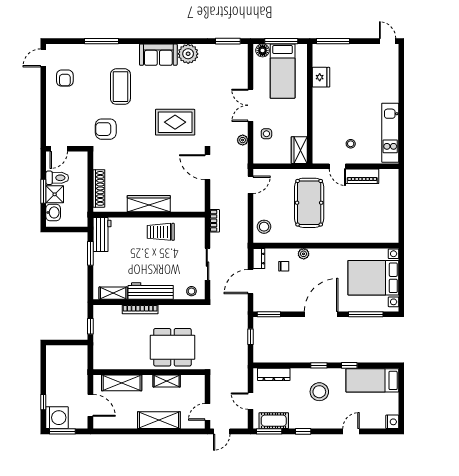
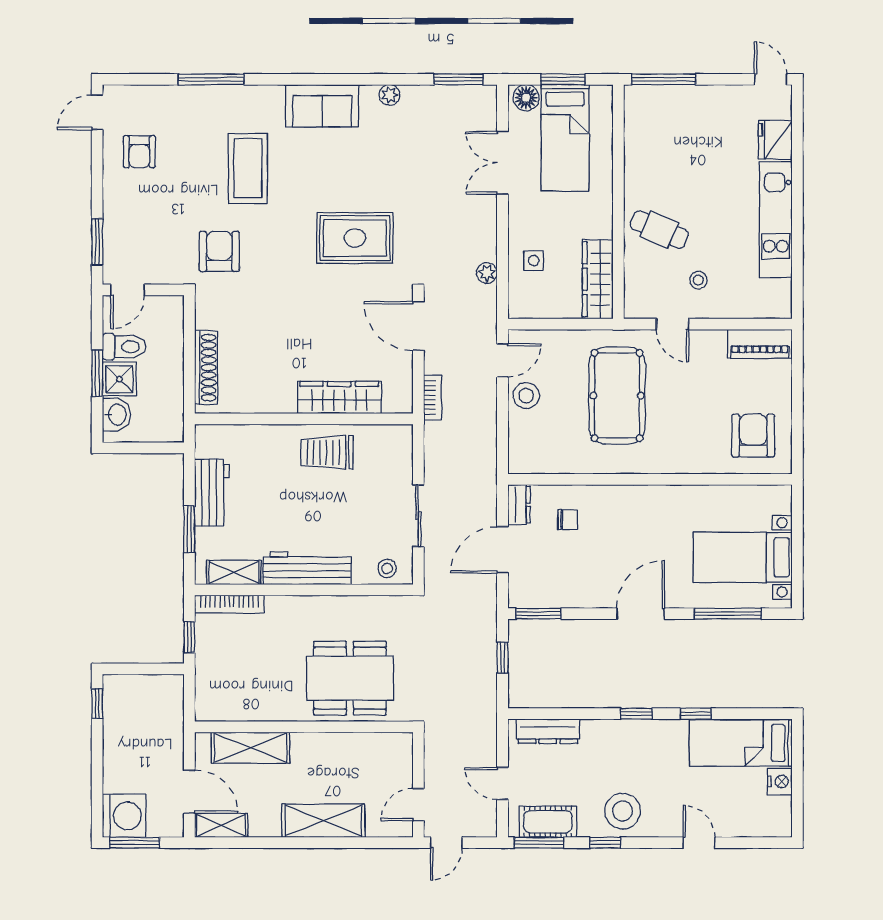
window: (281, 41) -> (563, 79), width x0.69
plant: (188, 54) -> (390, 95), width x0.53, depth x0.53
fridge: (321, 77) -> (775, 140), moved, turned 180
double door: (251, 105) -> (503, 163), moved
cafe table: (331, 118) -> (659, 230), added
window: (43, 124) -> (97, 242), added
armchair: (106, 129) -> (219, 251), turned 90
kitchen unit: (390, 133) -> (776, 220), moved
wardrobe: (299, 150) -> (598, 279), width x1.50
piano: (362, 176) -> (760, 344), moved
wardrobe: (149, 204) -> (339, 397), moved
bookcase: (215, 221) -> (432, 398), moved
armchair: (379, 223) -> (753, 436), added
stool: (264, 227) -> (526, 396), moved
workbench: (102, 235) -> (212, 493), moved
window: (90, 253) -> (189, 529), moved
plant: (304, 254) -> (606, 495), removed
bed with nightstands: (373, 278) -> (743, 557), width x0.73
bookcase: (140, 309) -> (229, 604), moved
door: (321, 314) -> (641, 614), width x0.73
shelving: (167, 381) -> (221, 825), moved
stool: (319, 392) -> (623, 811), moved
window: (43, 402) -> (97, 704), moved
nightstand: (392, 422) -> (780, 782), moved
door: (351, 431) -> (699, 843), hinge flipped

